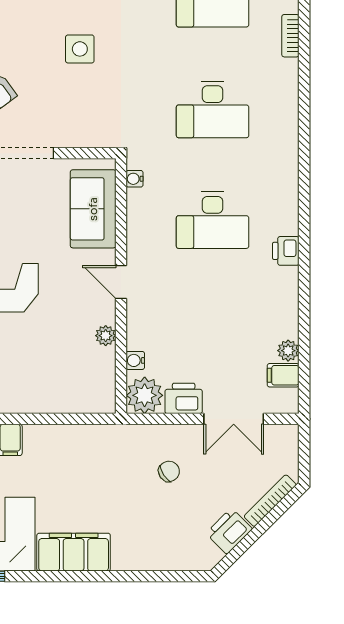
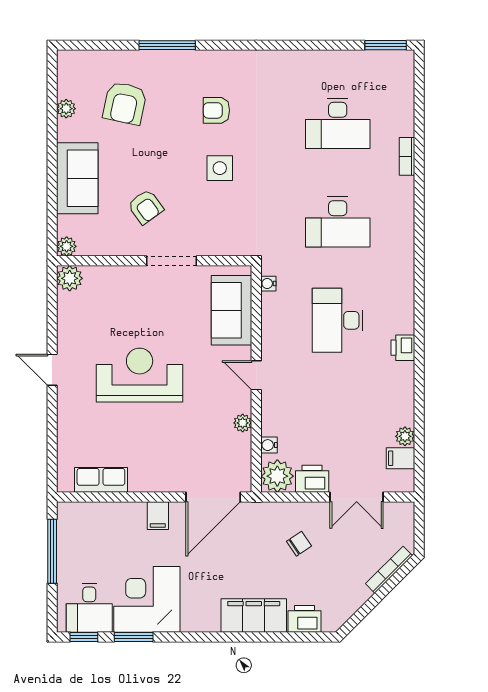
desk: (213, 220) -> (338, 320), turned 90
door: (72, 419) -> (213, 497), added
printer: (229, 531) -> (304, 619), moved, turned 45
filing cabinet: (74, 552) -> (254, 615), moved

